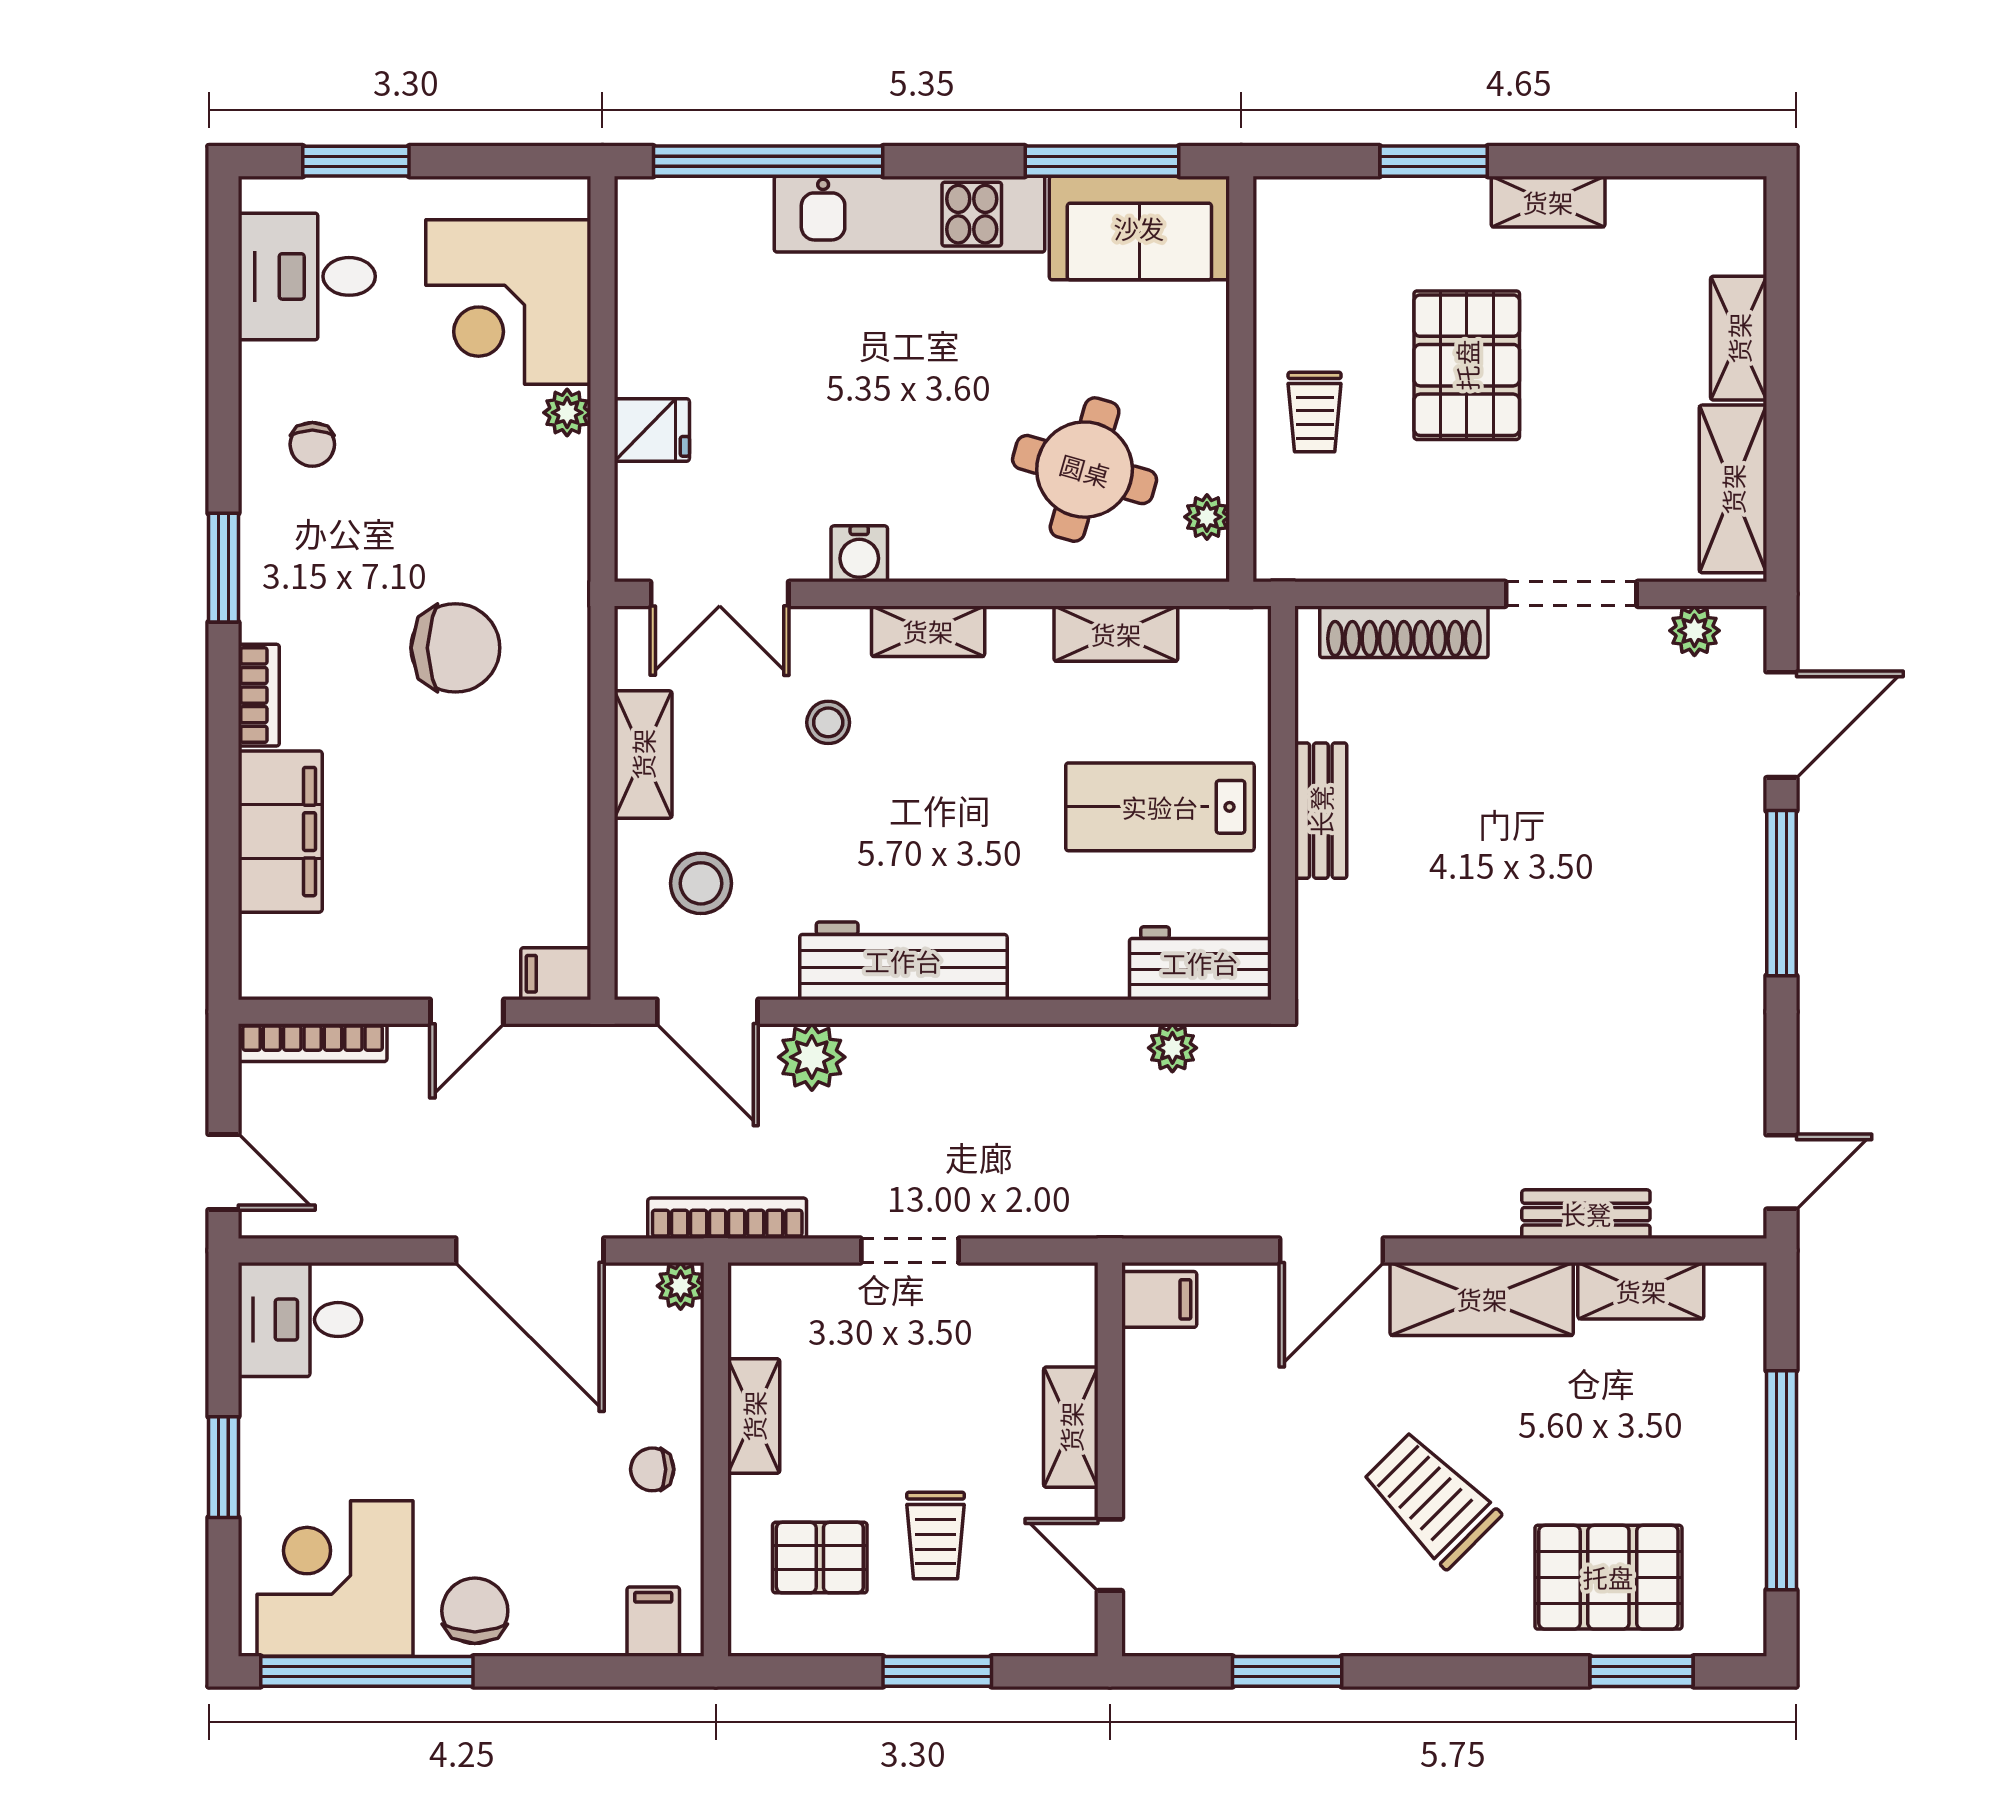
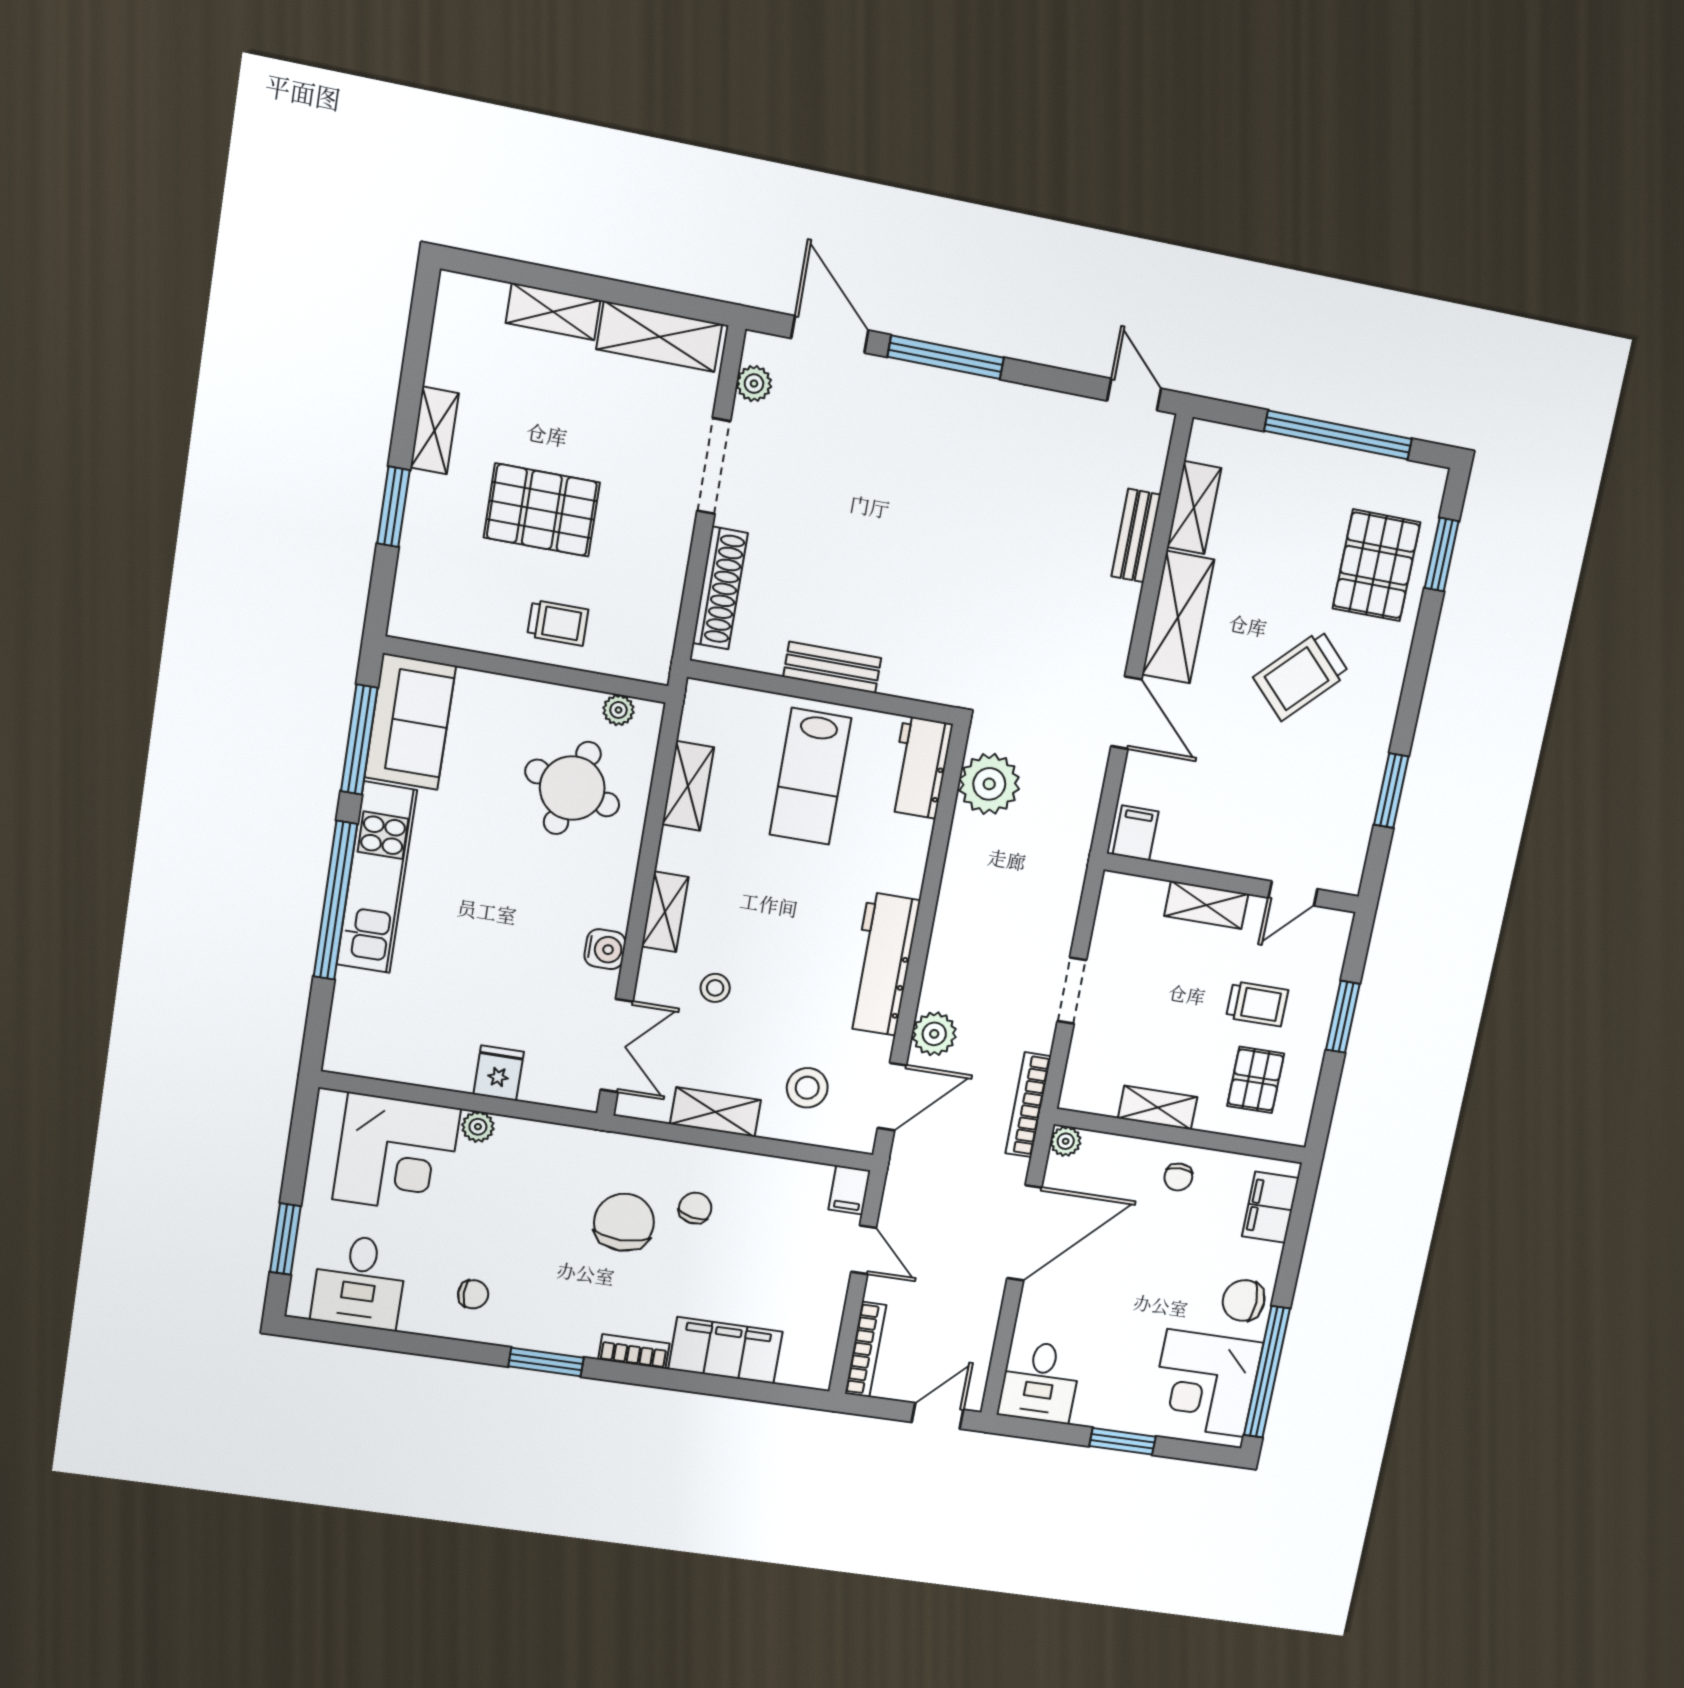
window: (768, 161) -> (335, 900), moved
chair: (493, 749) -> (695, 1208), added
plant: (1172, 1048) -> (989, 784), width x1.87, depth x1.87
filing cabinet: (653, 1622) -> (1270, 1207), width x2.00

